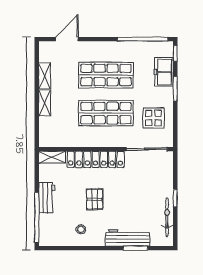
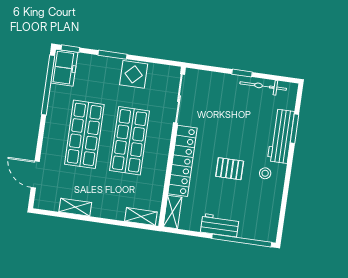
freezer: (164, 72) -> (64, 68), moved, turned -90
shelving: (45, 103) -> (141, 217), moved
display table: (153, 118) -> (134, 74), moved
stool: (81, 229) -> (265, 173), moved

